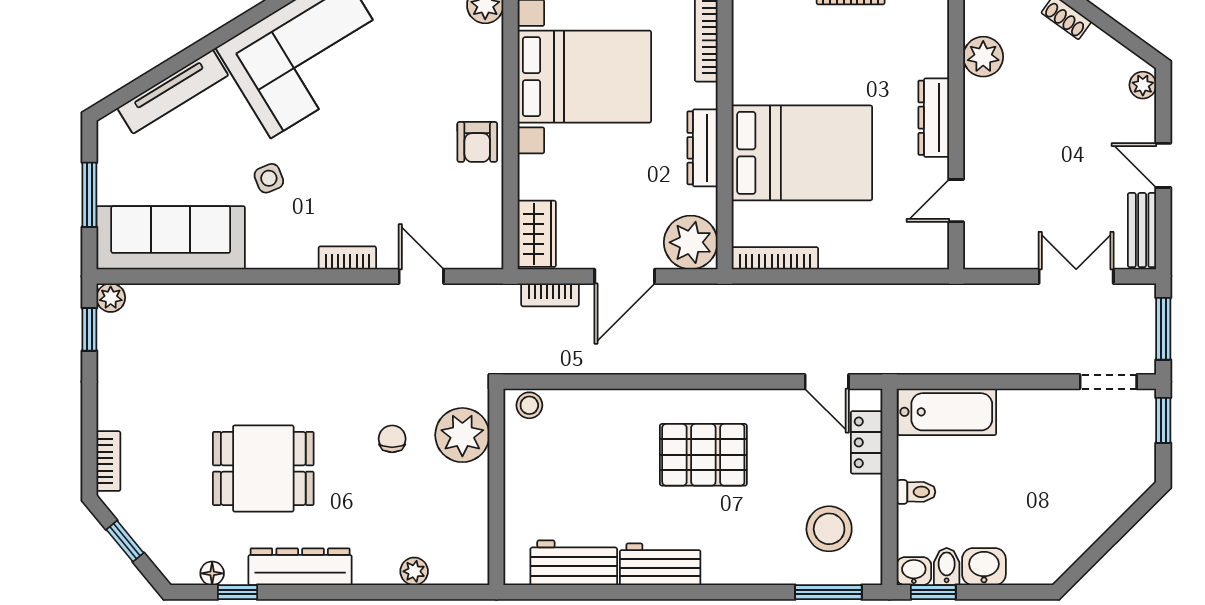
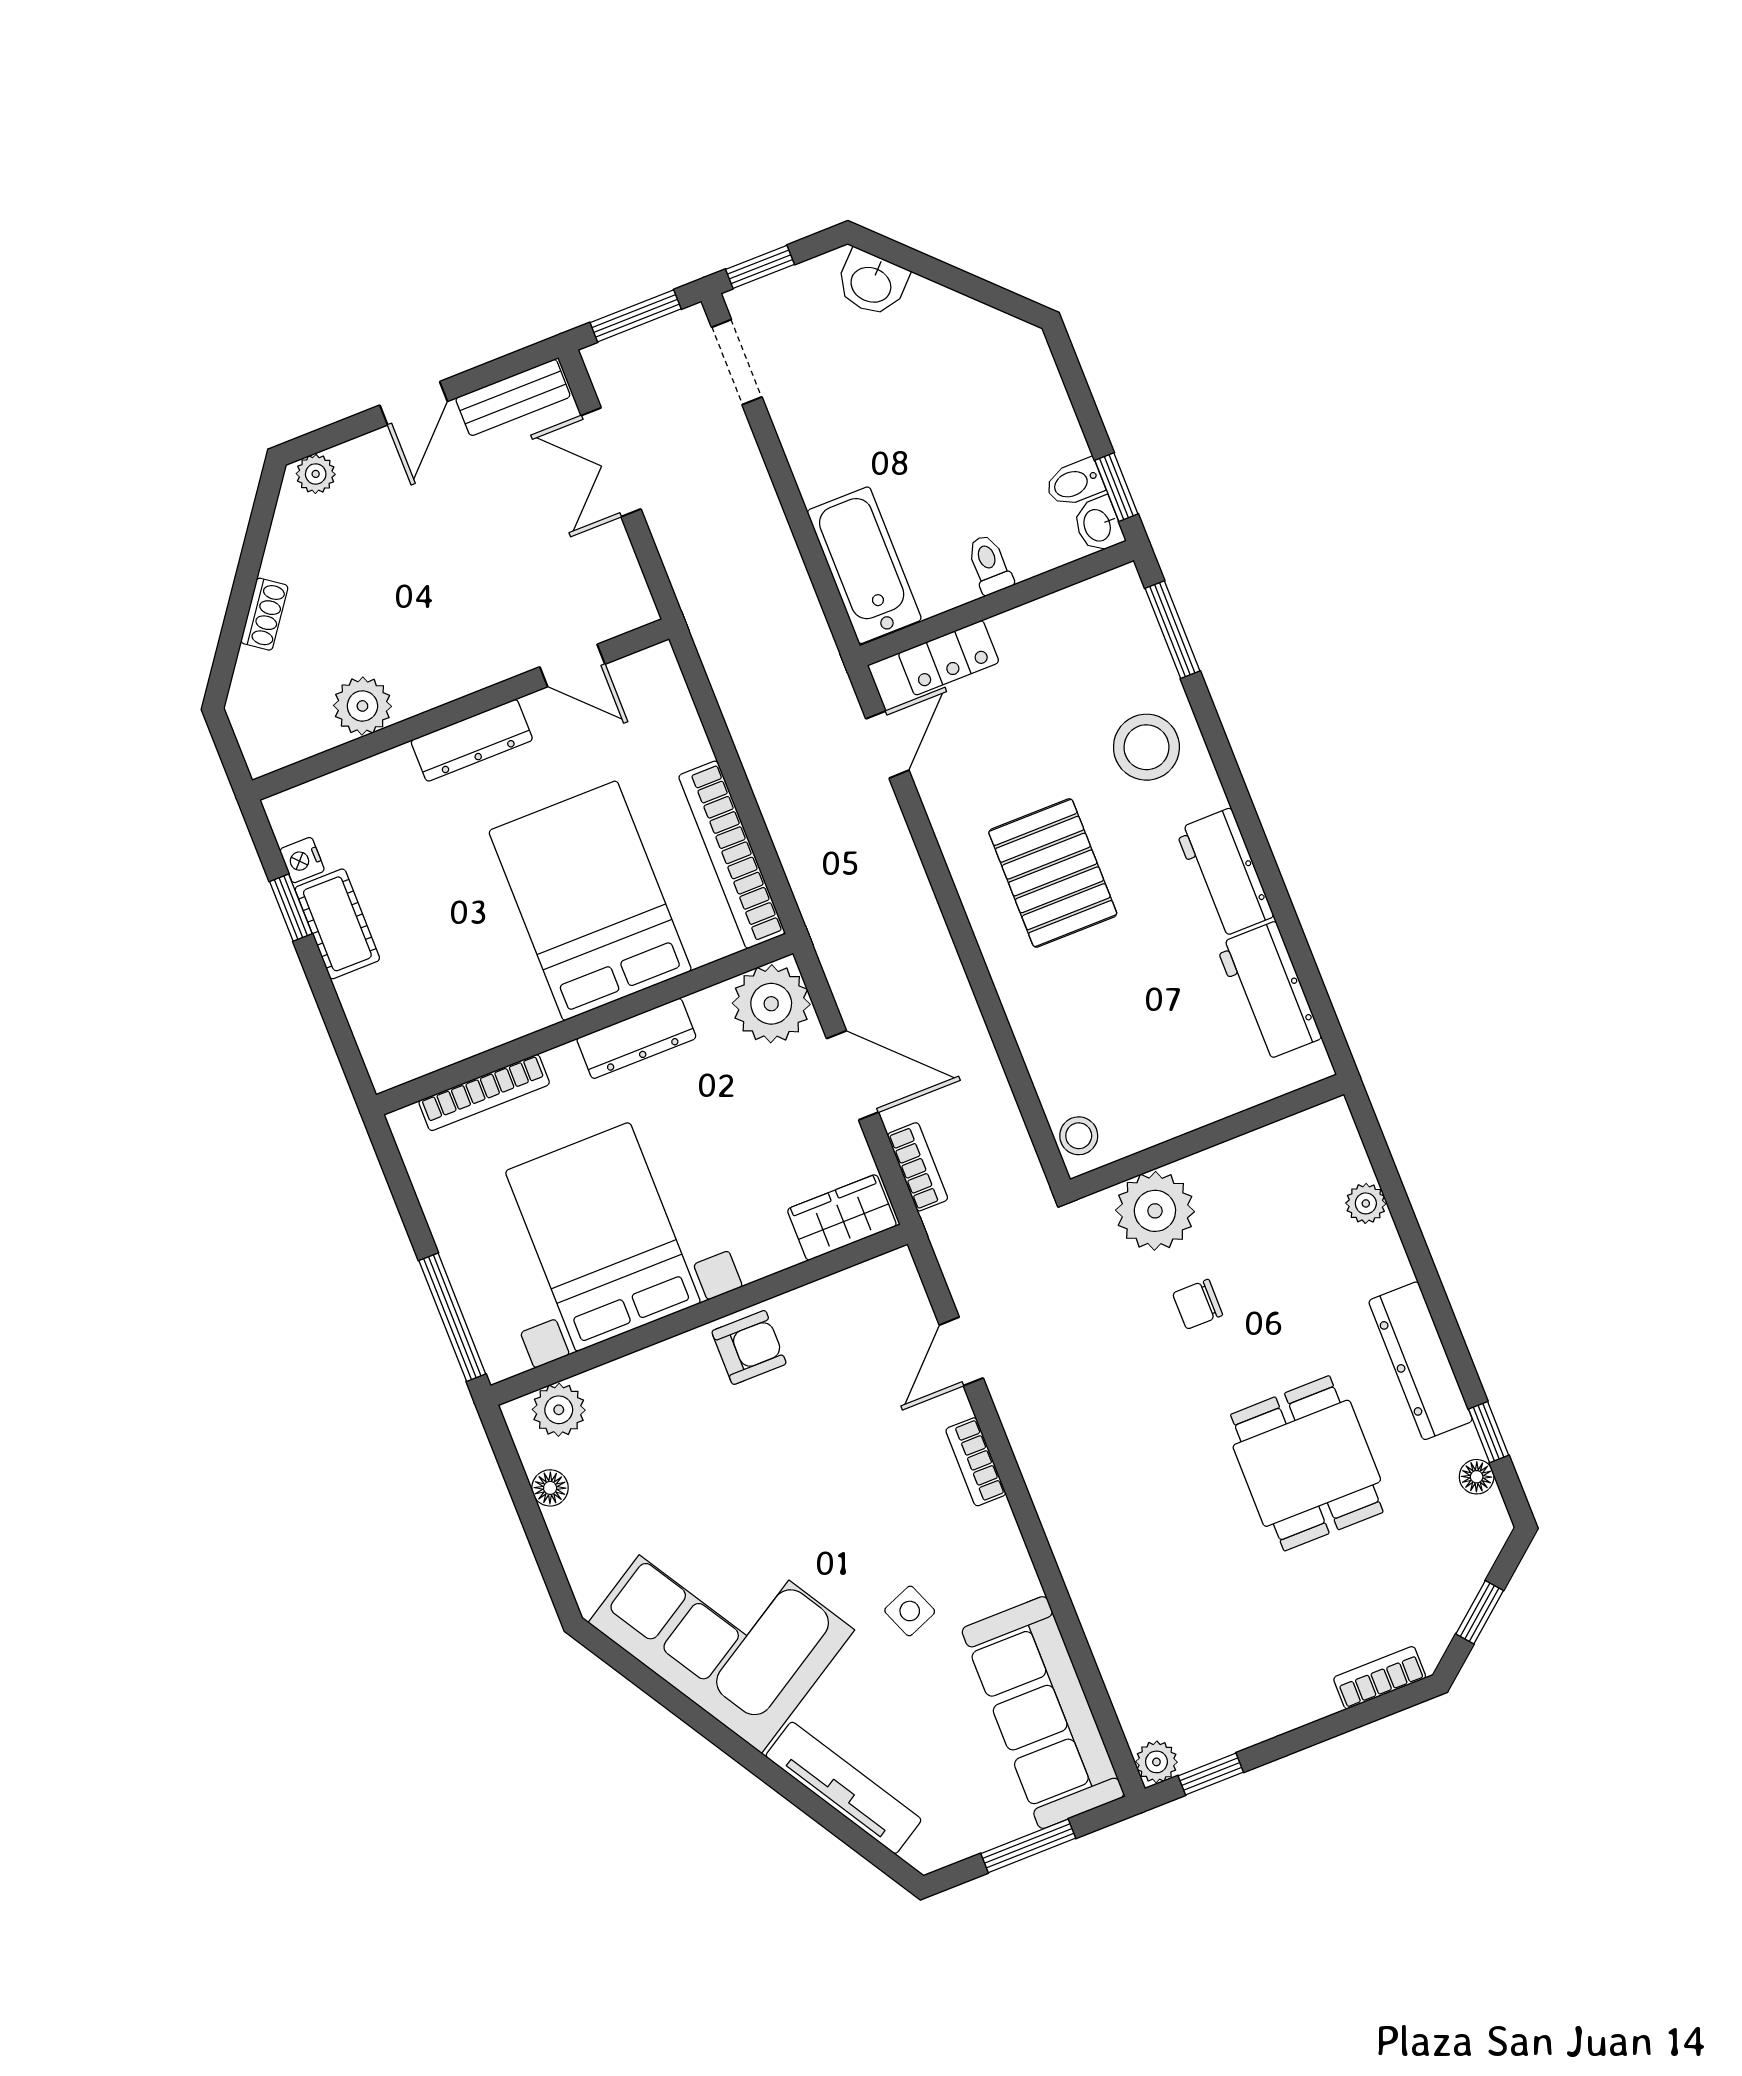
bookcase: (775, 258) -> (732, 855), width x1.48, depth x1.31
stool: (829, 529) -> (1146, 747), moved
washbasin: (984, 567) -> (872, 283), moved, turned -45

